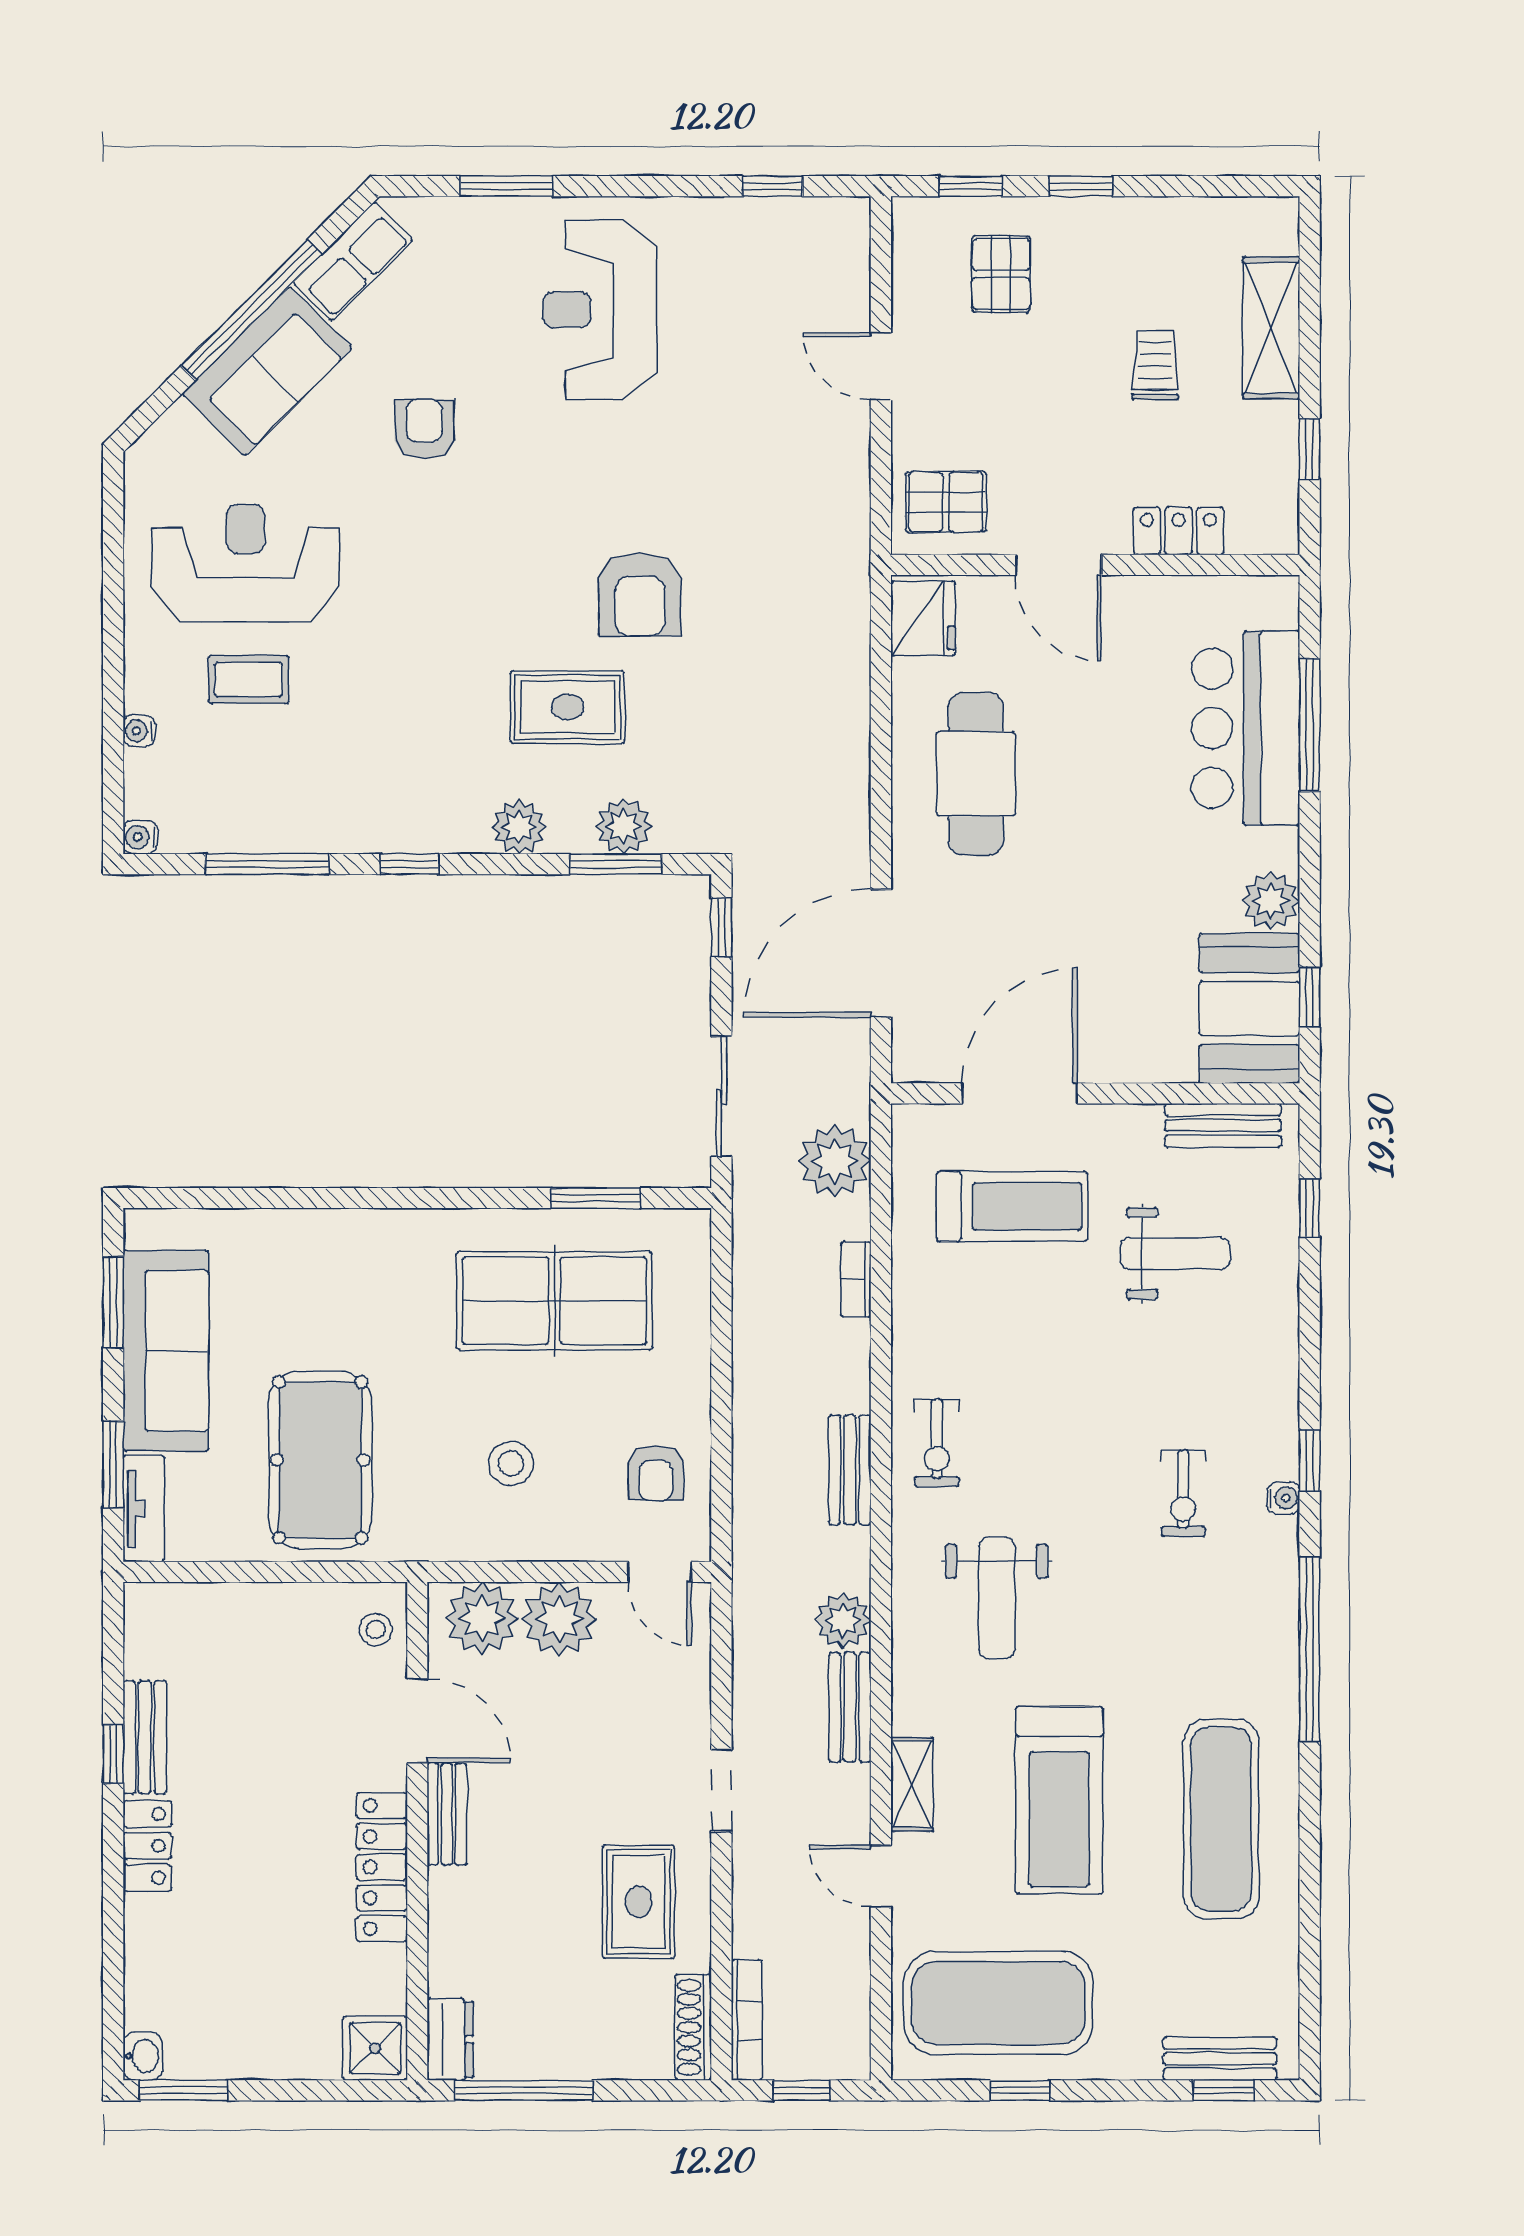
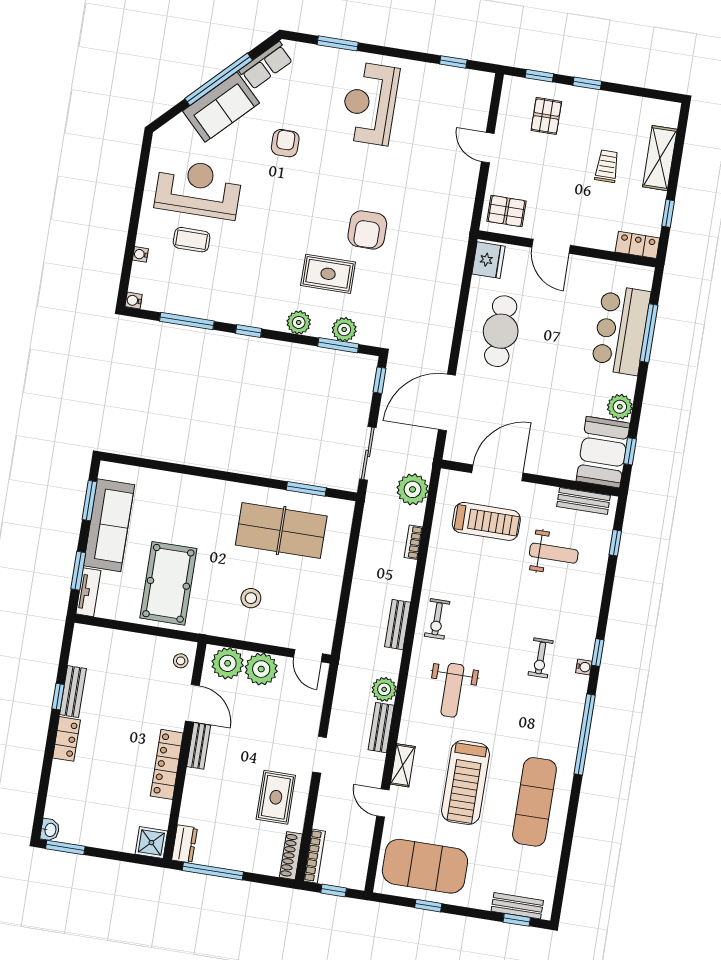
locker: (1179, 531) -> (637, 245), moved
armchair: (656, 1473) -> (313, 612), removed

